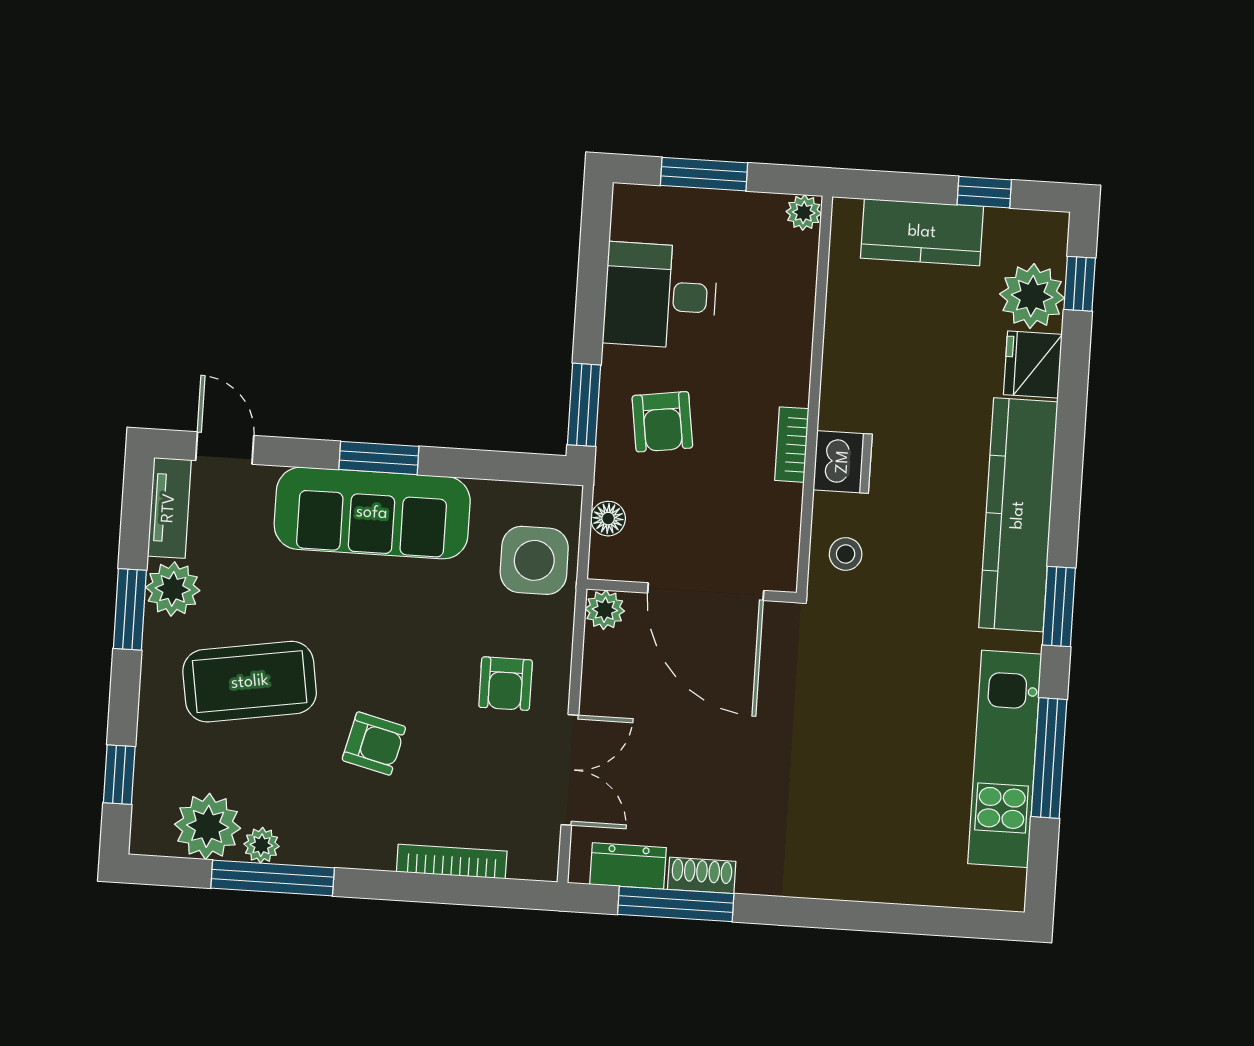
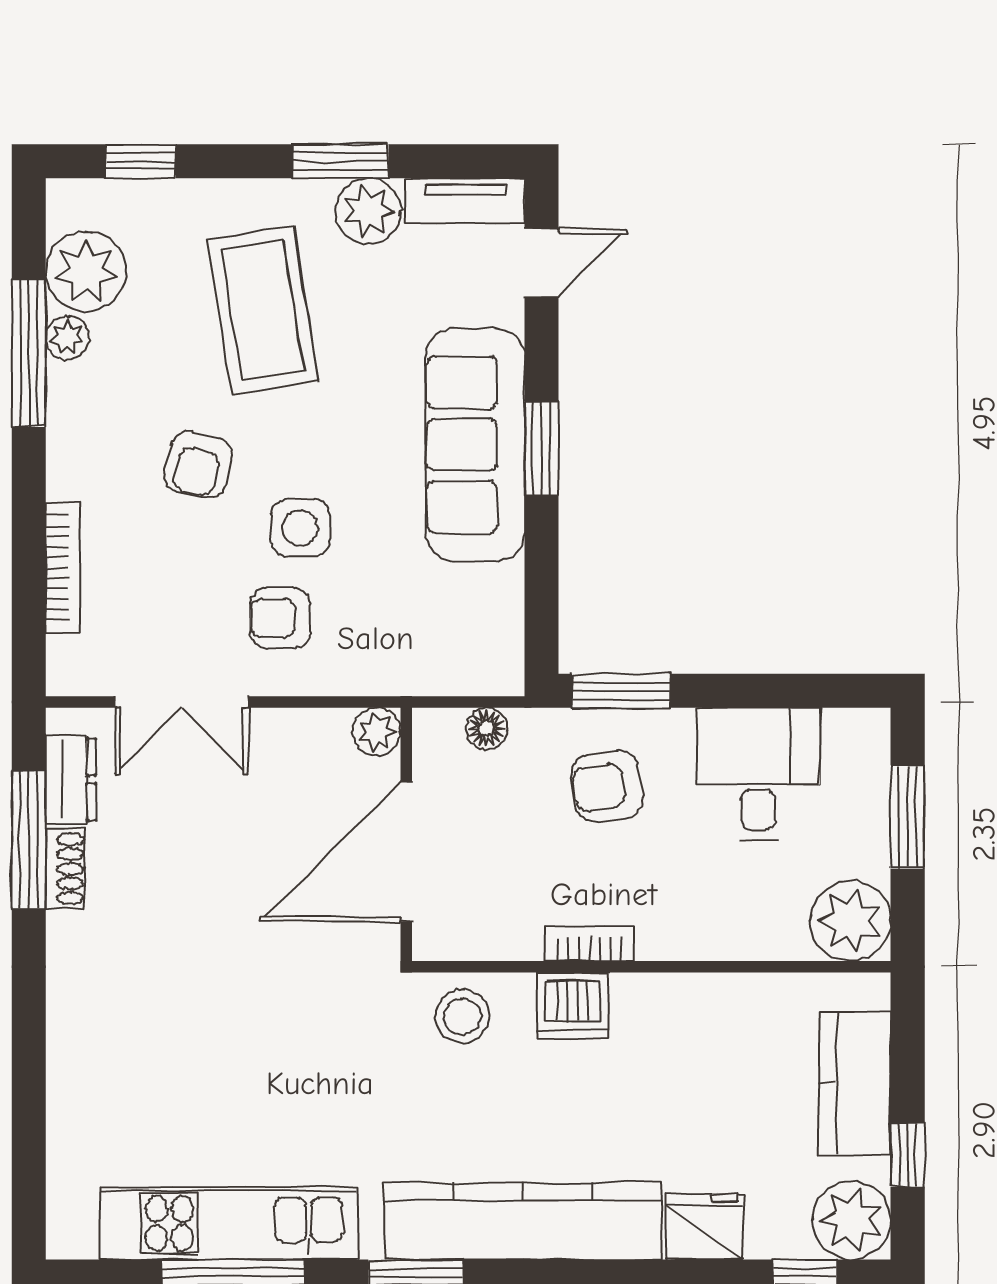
plant: (804, 212) -> (850, 921), width x1.87, depth x1.87
plant: (1032, 296) -> (851, 1220), moved
stool: (846, 554) -> (462, 1016), width x1.37, depth x1.37
side table: (534, 560) -> (300, 528), moved, width x0.73, depth x0.73

